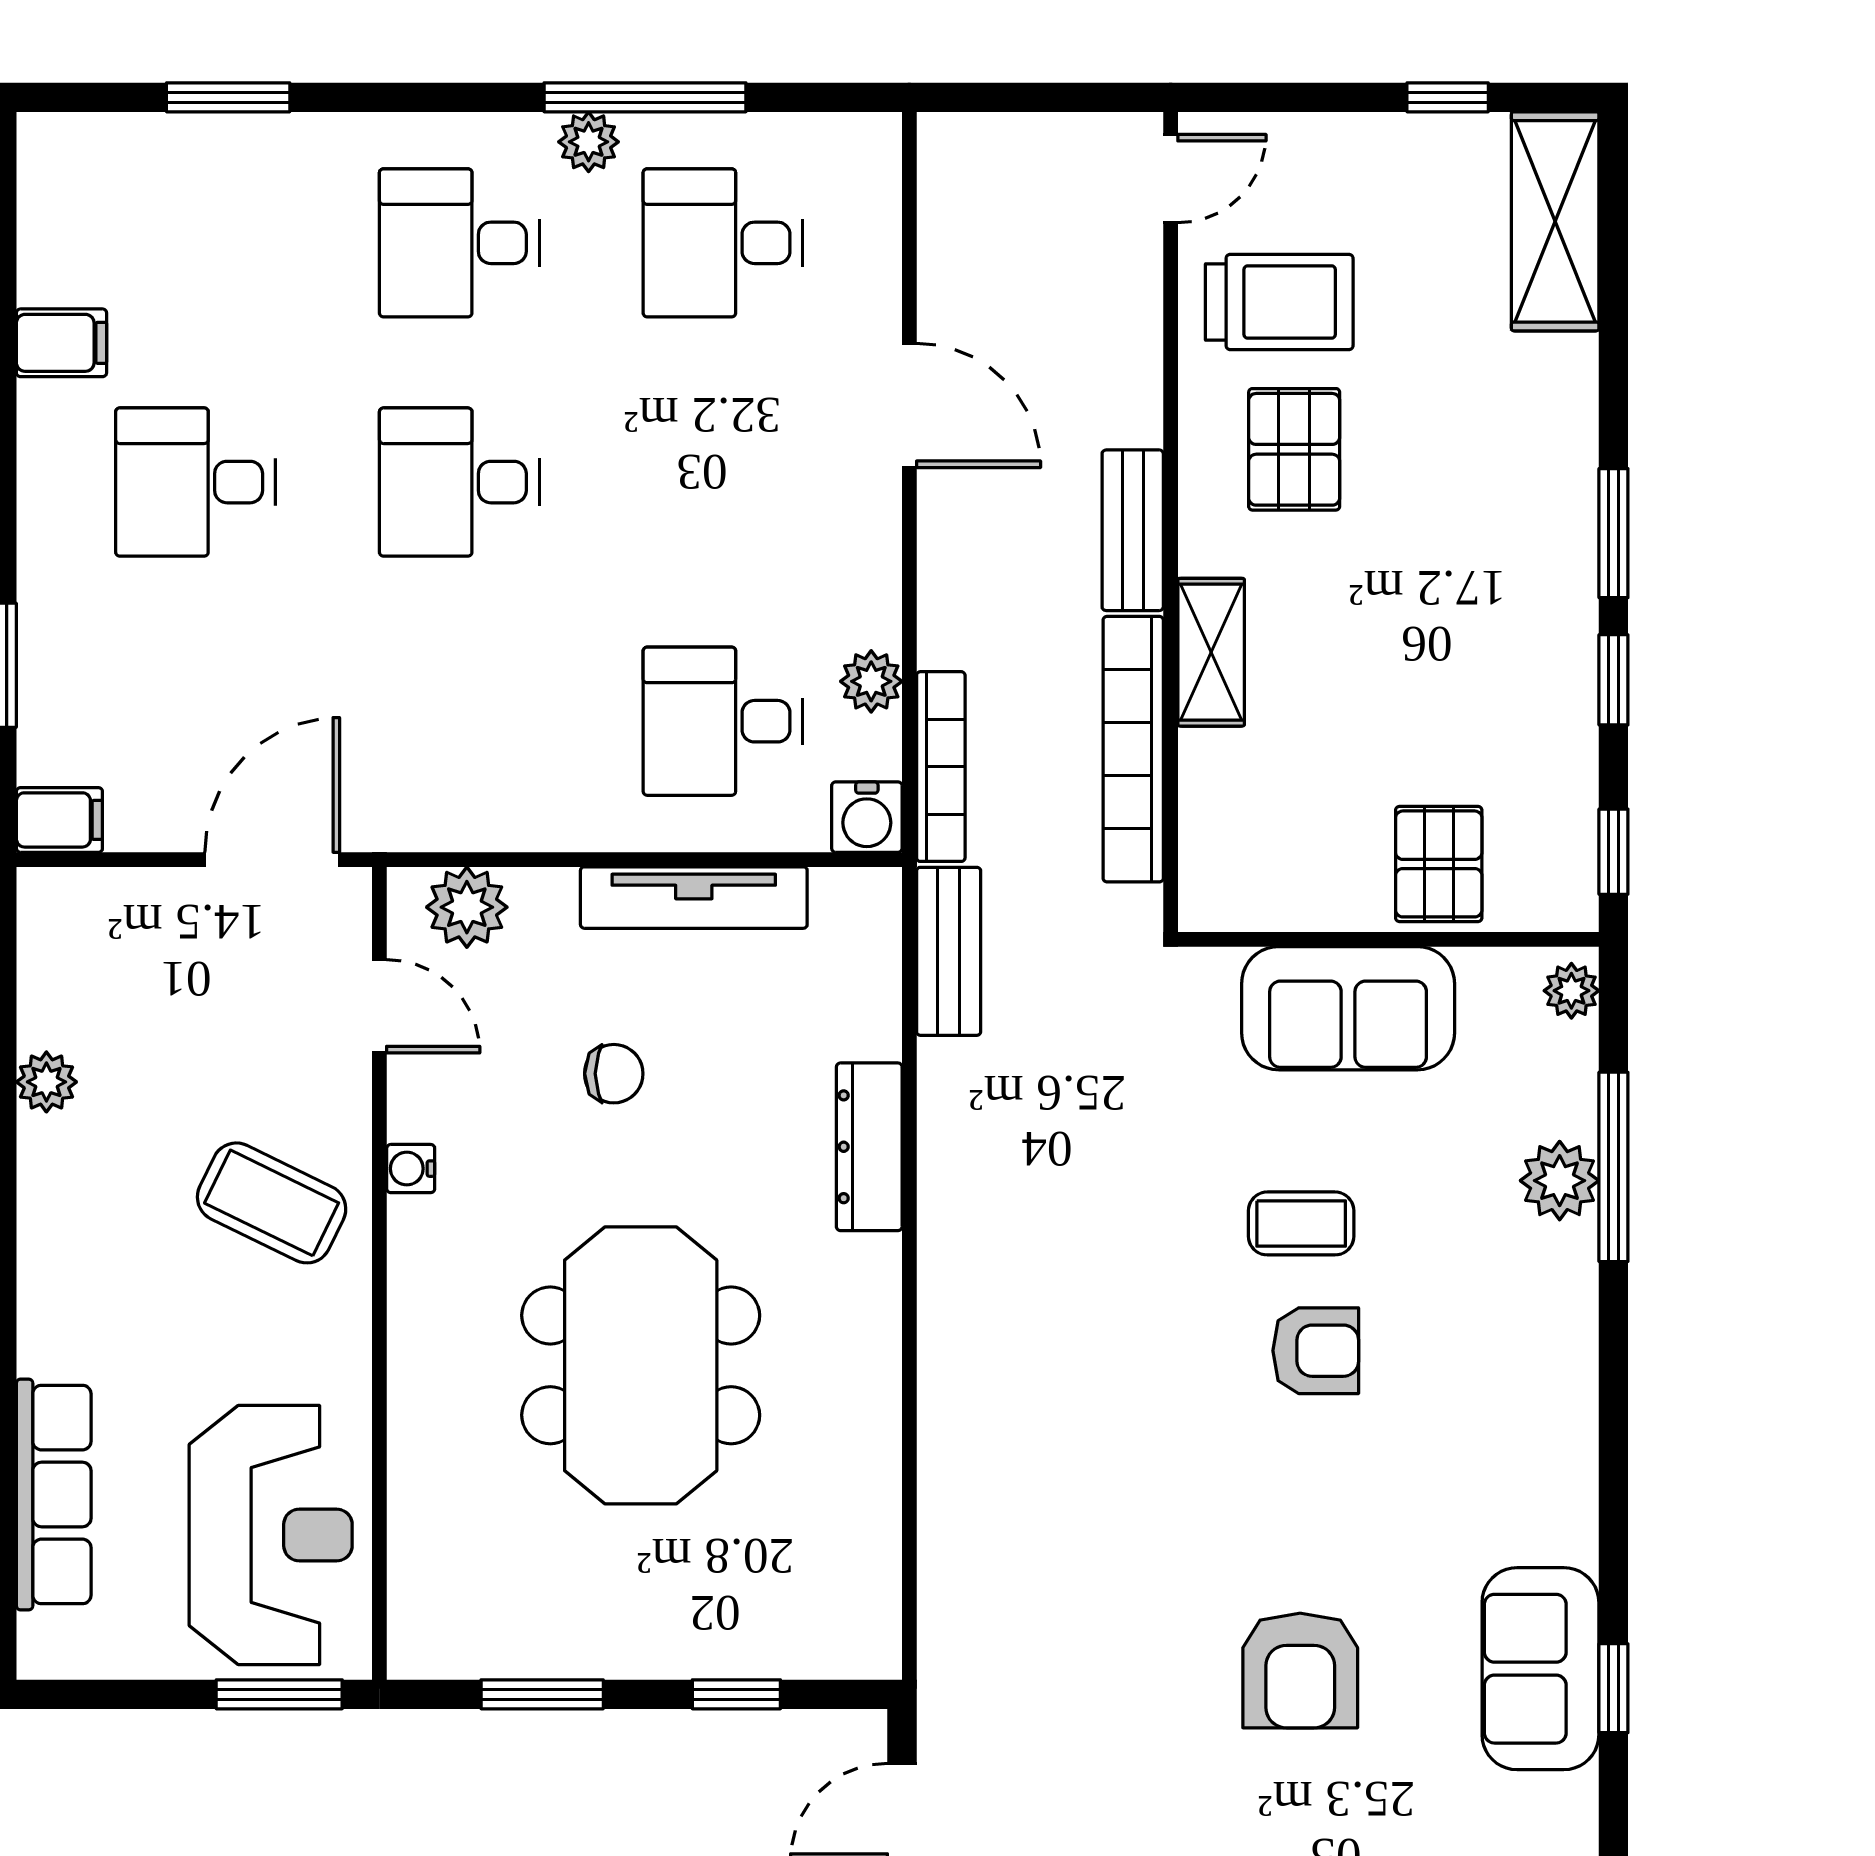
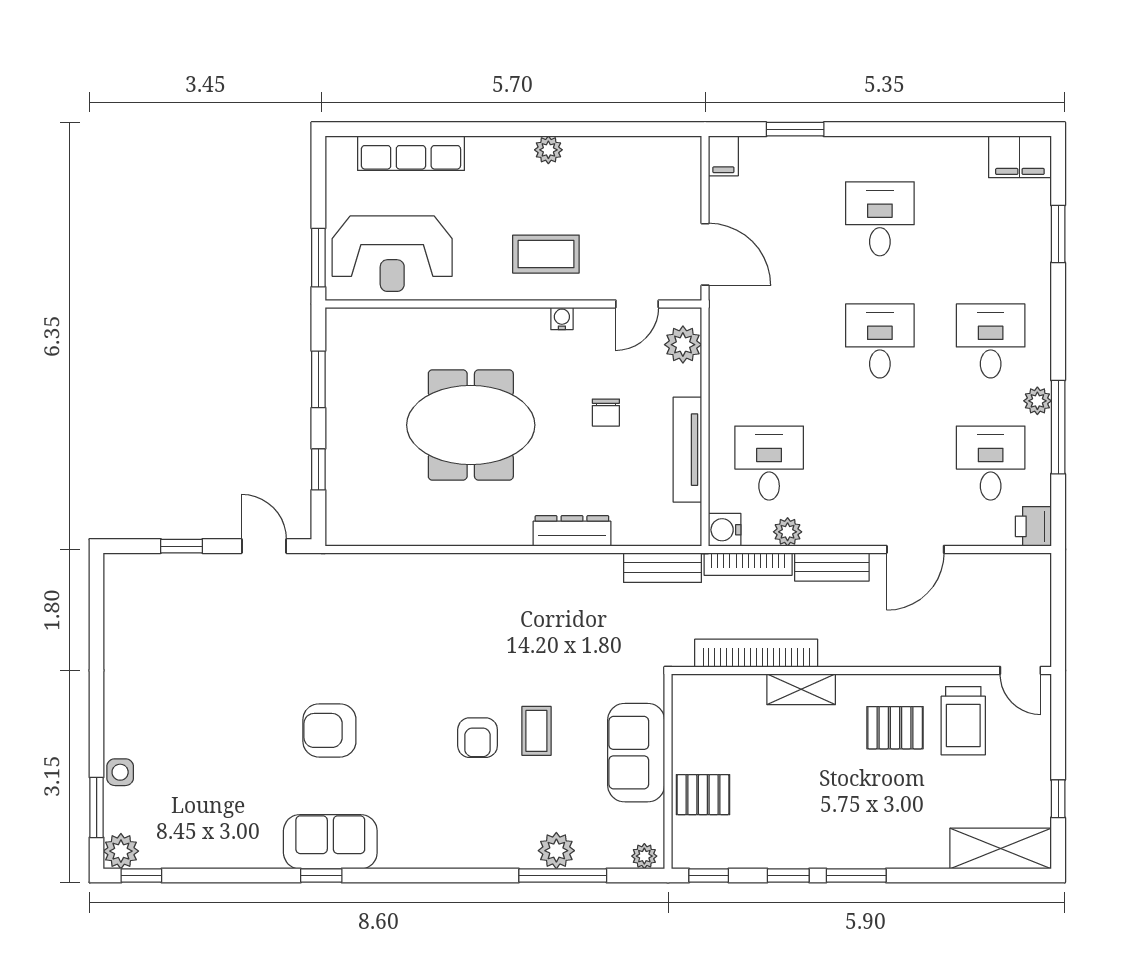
printer: (859, 151) -> (1033, 526), added
filing cabinet: (62, 343) -> (1020, 157), moved, width x2.00
bench: (1133, 530) -> (832, 567), moved
plant: (46, 1082) -> (548, 150), moved
coffee table: (272, 1203) -> (546, 254), turned 64

